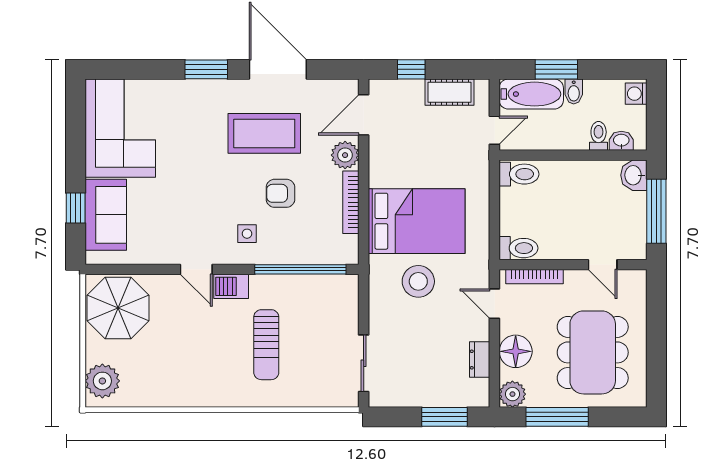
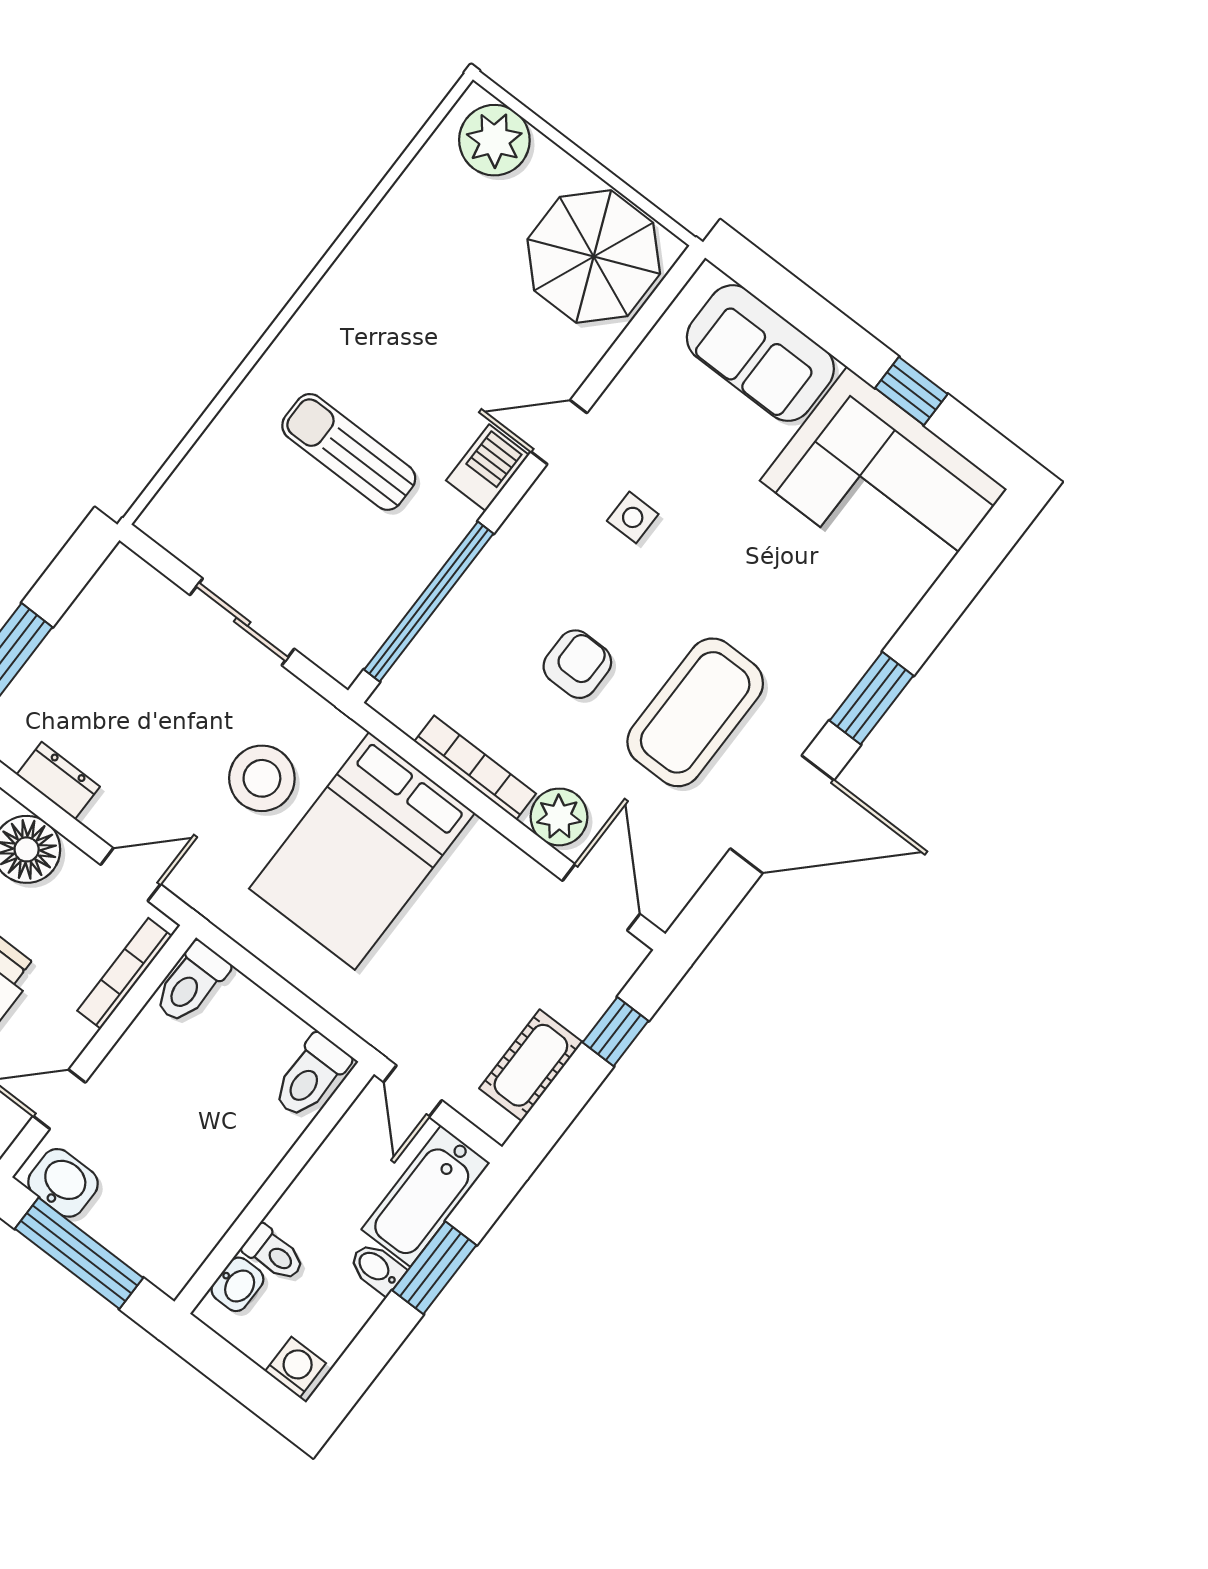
washbasin: (634, 175) -> (63, 1183), moved
window: (76, 208) -> (911, 391), moved
side table: (247, 234) -> (633, 517), moved
sliding door: (364, 363) -> (242, 622), moved

